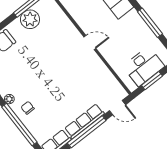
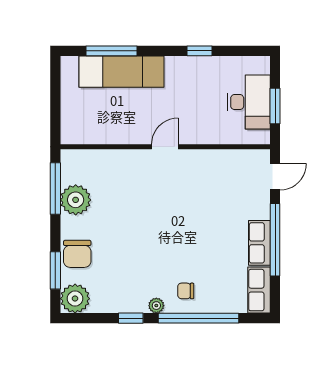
window: (150, 23) -> (199, 51), width x0.46
row of seats: (84, 121) -> (259, 243), width x0.68

